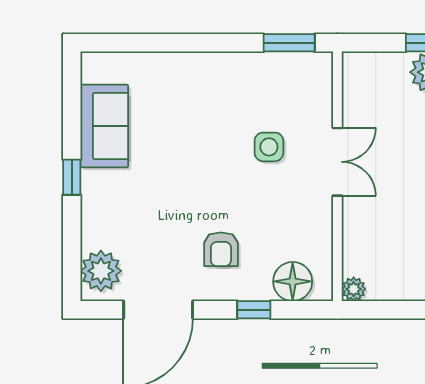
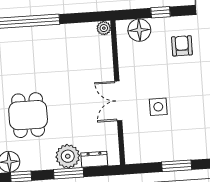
window: (289, 43) -> (177, 166), moved
dresser: (385, 64) -> (94, 159), added

